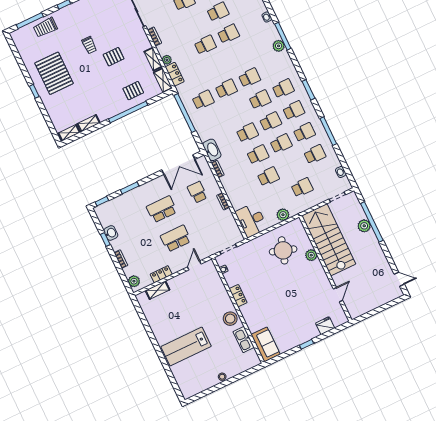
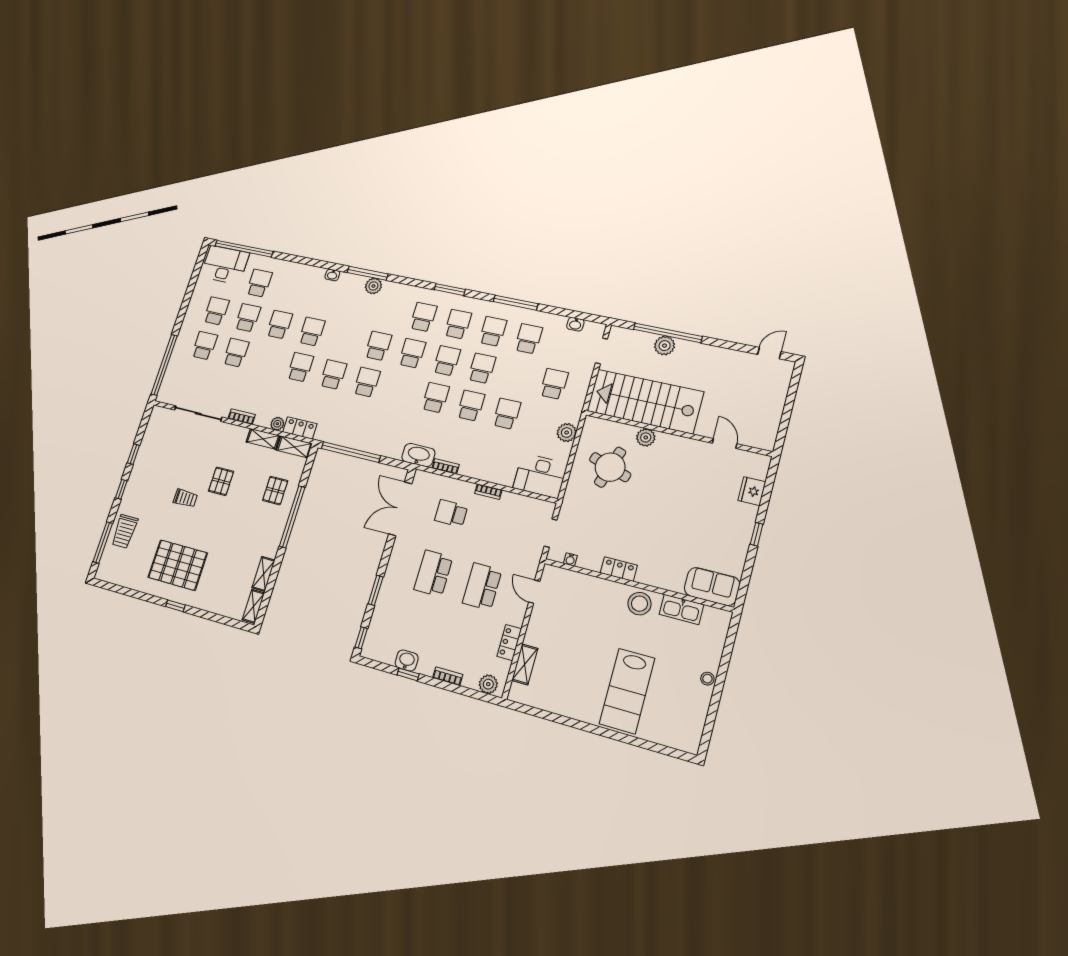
school desk: (203, 100) -> (333, 375), moved
double door: (178, 165) -> (400, 509), swing flipped

